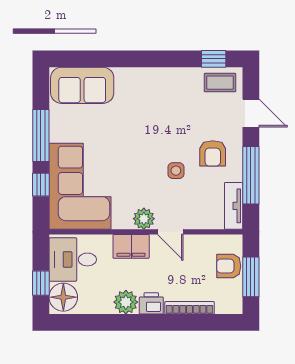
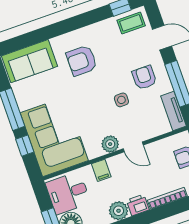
armchair: (145, 107) -> (82, 61), added
armchair: (213, 153) -> (144, 78), turned 180
filing cabinet: (131, 246) -> (101, 170), width x0.50

